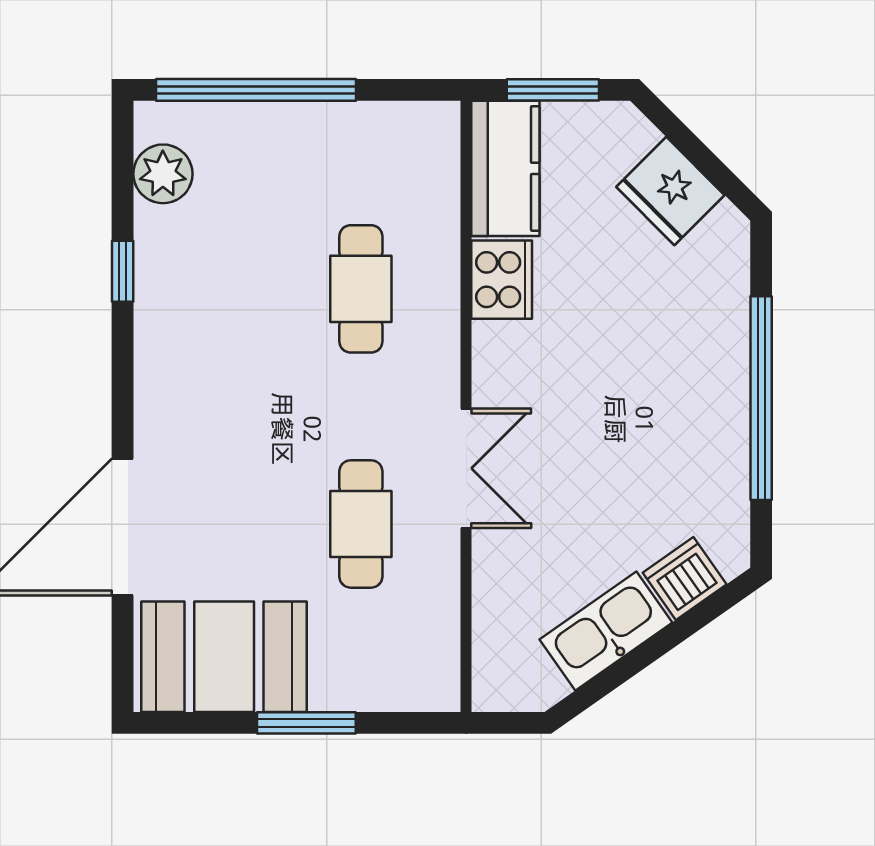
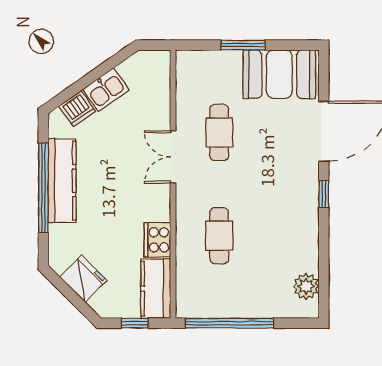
window: (256, 90) -> (229, 323), moved
window: (553, 90) -> (135, 323), width x0.67
window: (123, 271) -> (324, 194), moved
kitchen counter: (719, 414) -> (62, 181), added
kitchen sink: (606, 631) -> (106, 90), width x0.73

